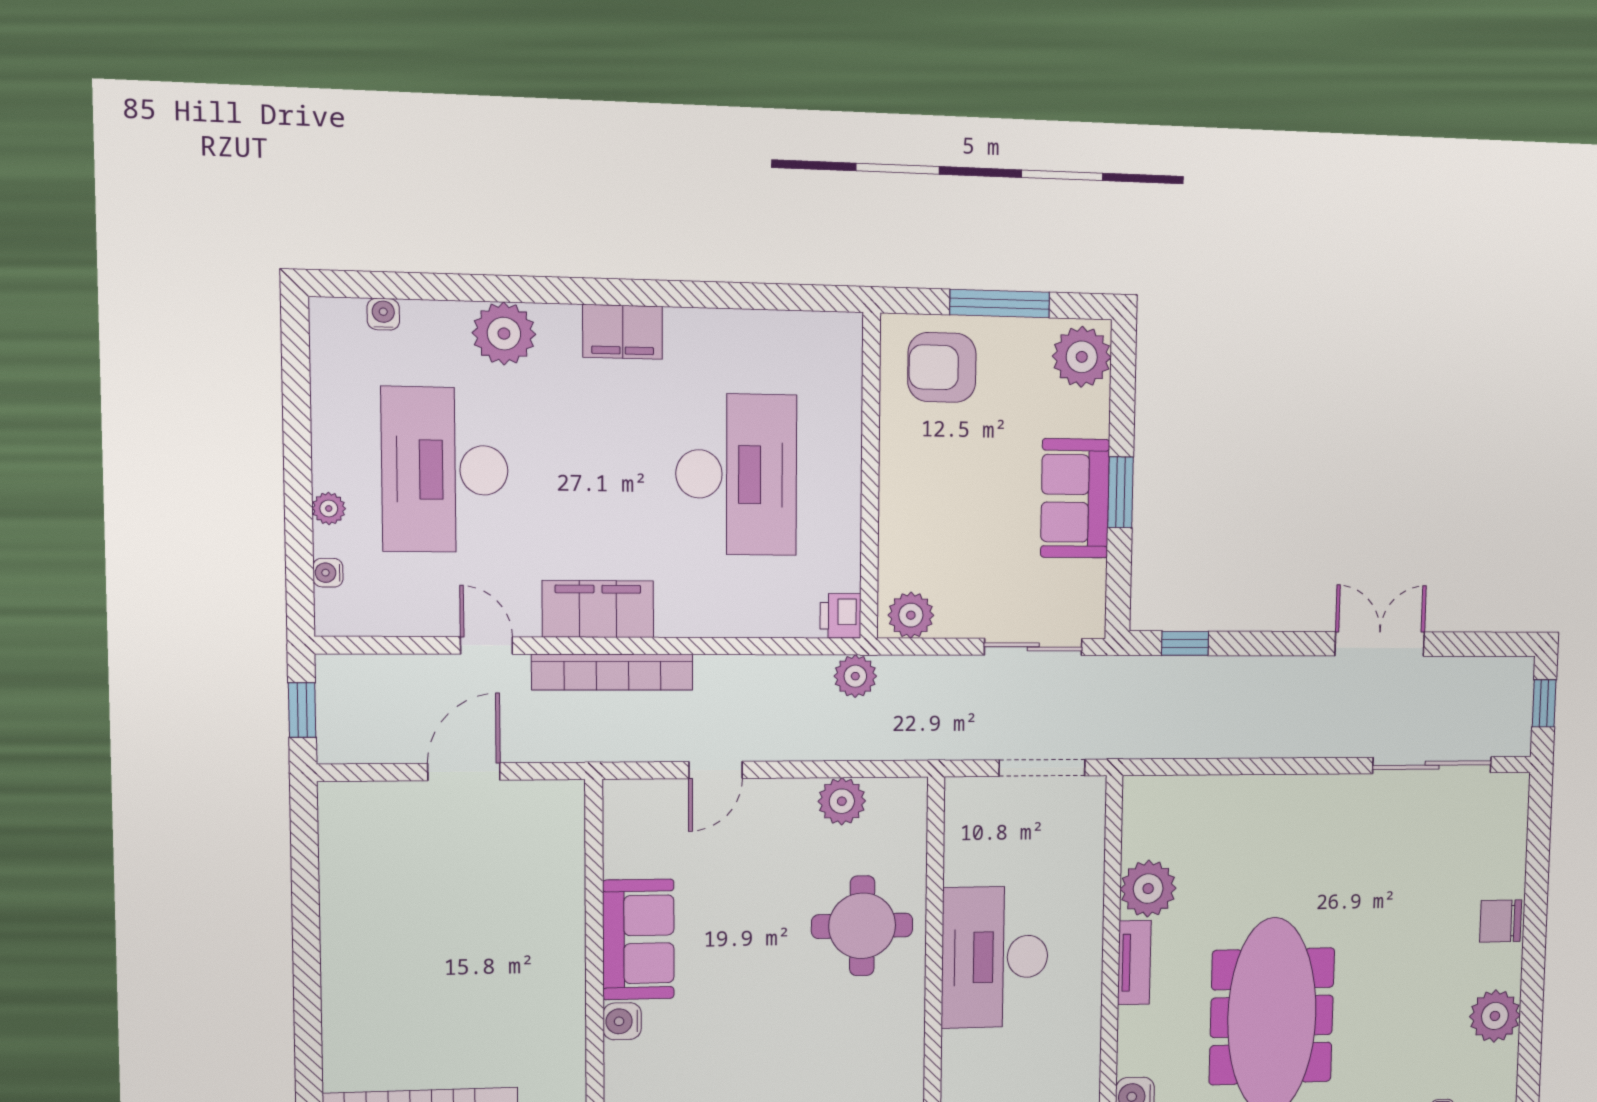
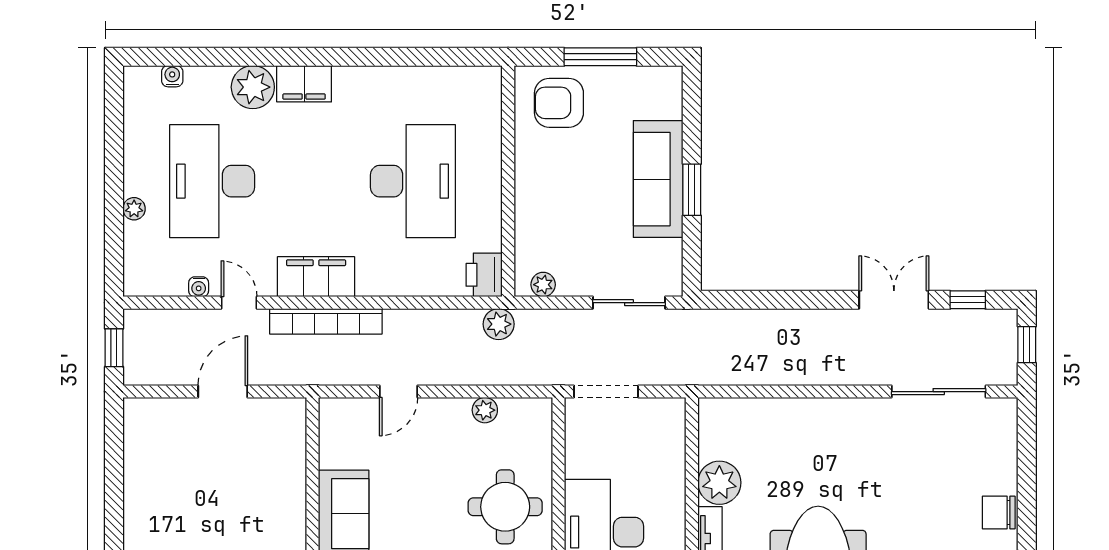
filing cabinet: (623, 332) -> (304, 84), moved
plant: (1082, 357) -> (661, 93), removed
sofa: (1075, 498) -> (658, 179), width x1.36
water cooler: (328, 573) -> (199, 287), moved, turned -90
plant: (911, 615) -> (543, 285), width x0.73, depth x0.73
printer: (841, 616) -> (484, 275), width x1.36, depth x1.24
window: (1185, 643) -> (968, 300), moved
doorway: (1042, 768) -> (606, 392), moved
plant: (842, 801) -> (485, 410), width x0.73, depth x0.73

